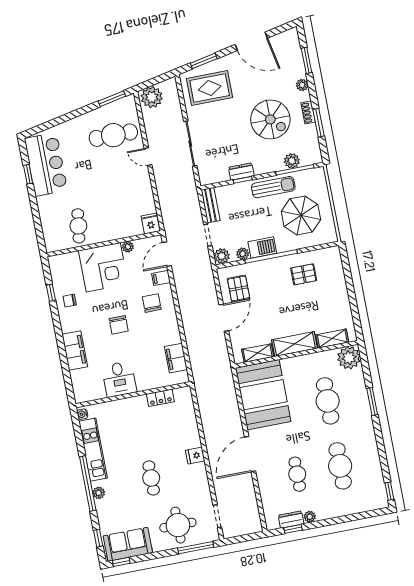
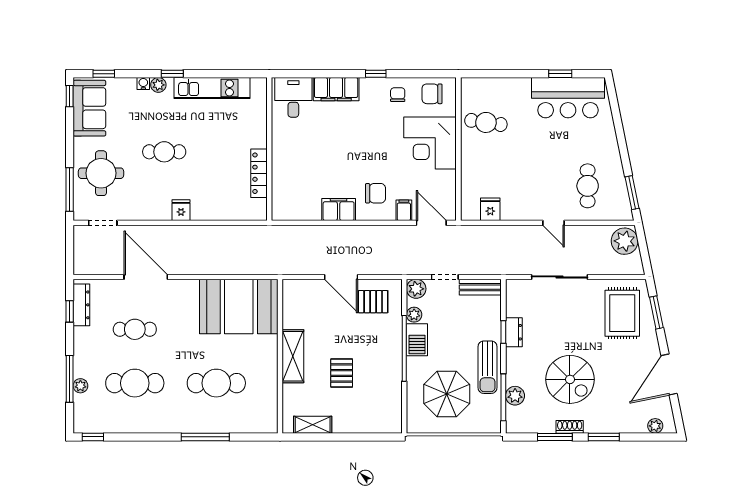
window: (307, 60) -> (604, 437), moved
plant: (302, 85) -> (655, 426), moved
spiral stairs: (270, 119) -> (570, 379), turned -90
cafe table: (113, 135) -> (588, 186), width x0.73, depth x0.74
door: (148, 157) -> (554, 223), swing flipped
fridge: (151, 224) -> (490, 209), moved, turned -90
plant: (128, 247) -> (449, 178), removed
pallet: (304, 274) -> (342, 373), moved
window: (51, 293) -> (376, 74), moved
chair: (119, 325) -> (432, 94), moved
shelving: (332, 338) -> (313, 425), moved, turned 90
shelving: (258, 353) -> (290, 310), removed
filing cabinet: (176, 358) -> (339, 210), moved
plant: (349, 358) -> (264, 419), removed
desk: (119, 379) -> (293, 97), moved, turned 90
locker: (160, 398) -> (259, 173), width x1.53
window: (372, 401) -> (205, 437), width x1.44
water cooler: (82, 414) -> (143, 83), moved
door: (250, 454) -> (146, 277), moved
window: (88, 484) -> (172, 74), width x0.32
plant: (310, 517) -> (80, 386), moved
dresser: (291, 519) -> (81, 305), width x1.44
window: (347, 519) -> (70, 379), added

